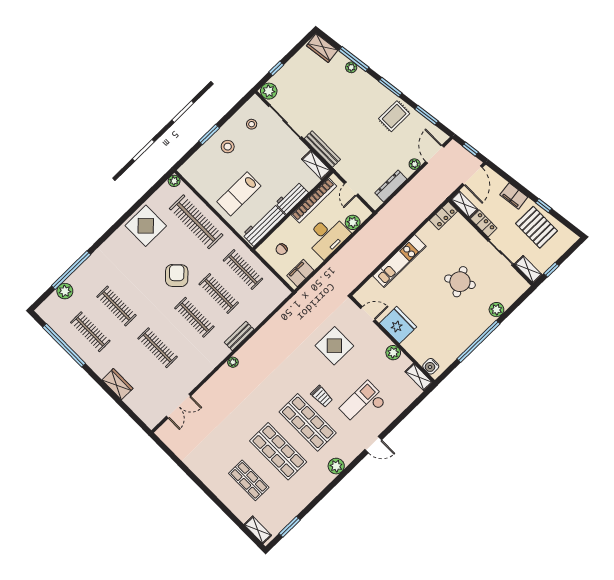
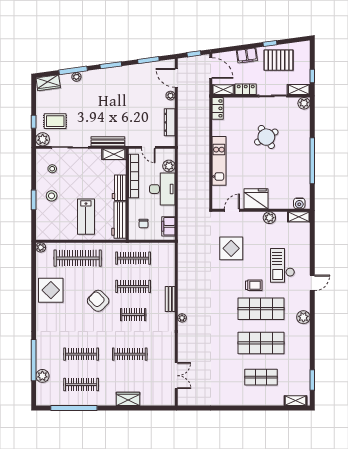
rug: (394, 116) -> (55, 121), moved, turned 90
plant: (496, 310) -> (304, 103), moved
clothes rail: (194, 317) -> (133, 315), width x0.73

